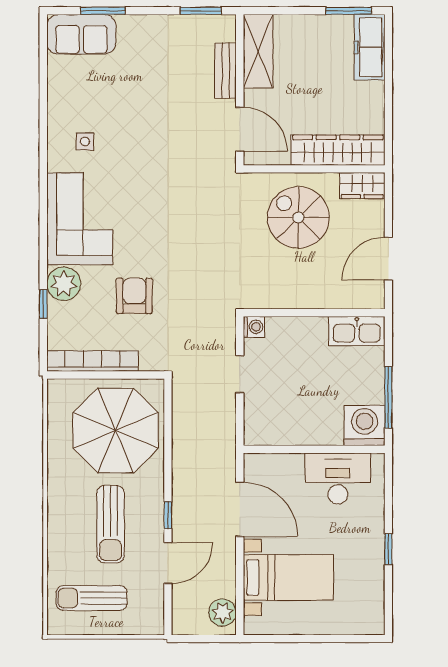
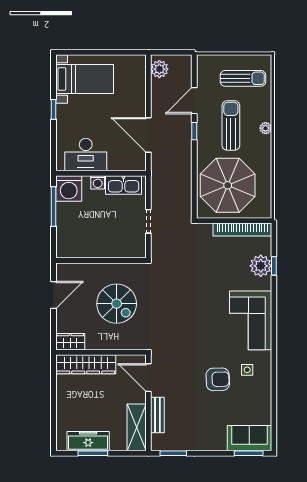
window: (103, 11) -> (249, 453), moved
window: (349, 11) -> (93, 453), moved
freezer: (369, 47) -> (88, 441), moved, turned -90
spiral stairs: (298, 217) -> (117, 304), moved
plant: (64, 284) -> (261, 266), moved
armchair: (134, 296) -> (218, 379), moved, turned -92
washing machine: (254, 327) -> (98, 182), moved, turned -90
kitchen sink: (357, 331) -> (124, 185), moved, turned 180
plant: (56, 520) -> (266, 128), added
bed with nightstands: (288, 577) -> (85, 79), moved, turned 180

